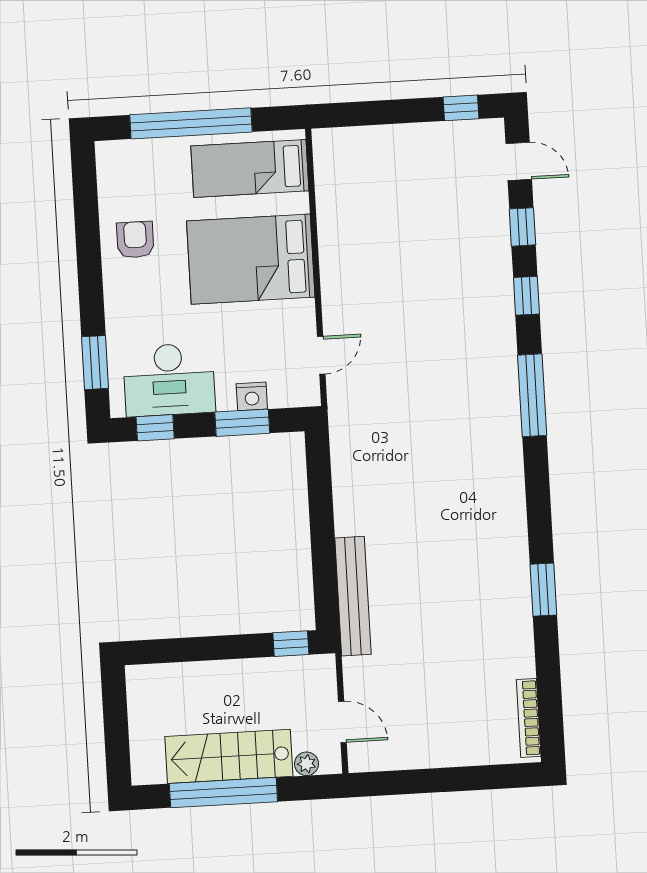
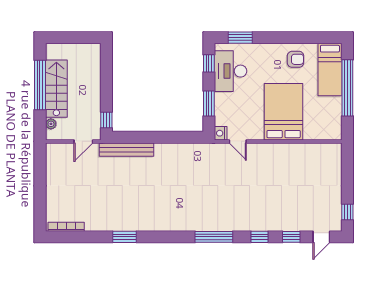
bed: (250, 168) -> (330, 70), moved, turned 180
nightstand: (252, 396) -> (221, 133), moved
door: (342, 722) -> (83, 141), moved

